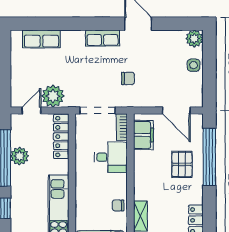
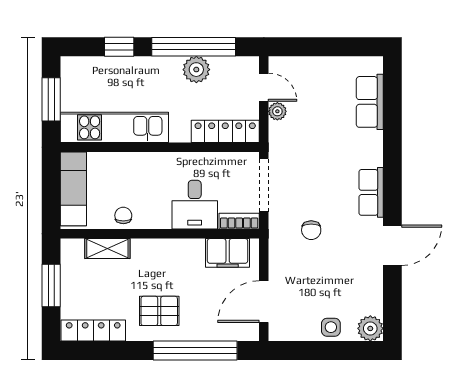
plant: (53, 96) -> (277, 111), width x0.53, depth x0.53
pallet: (182, 164) -> (159, 311), moved

